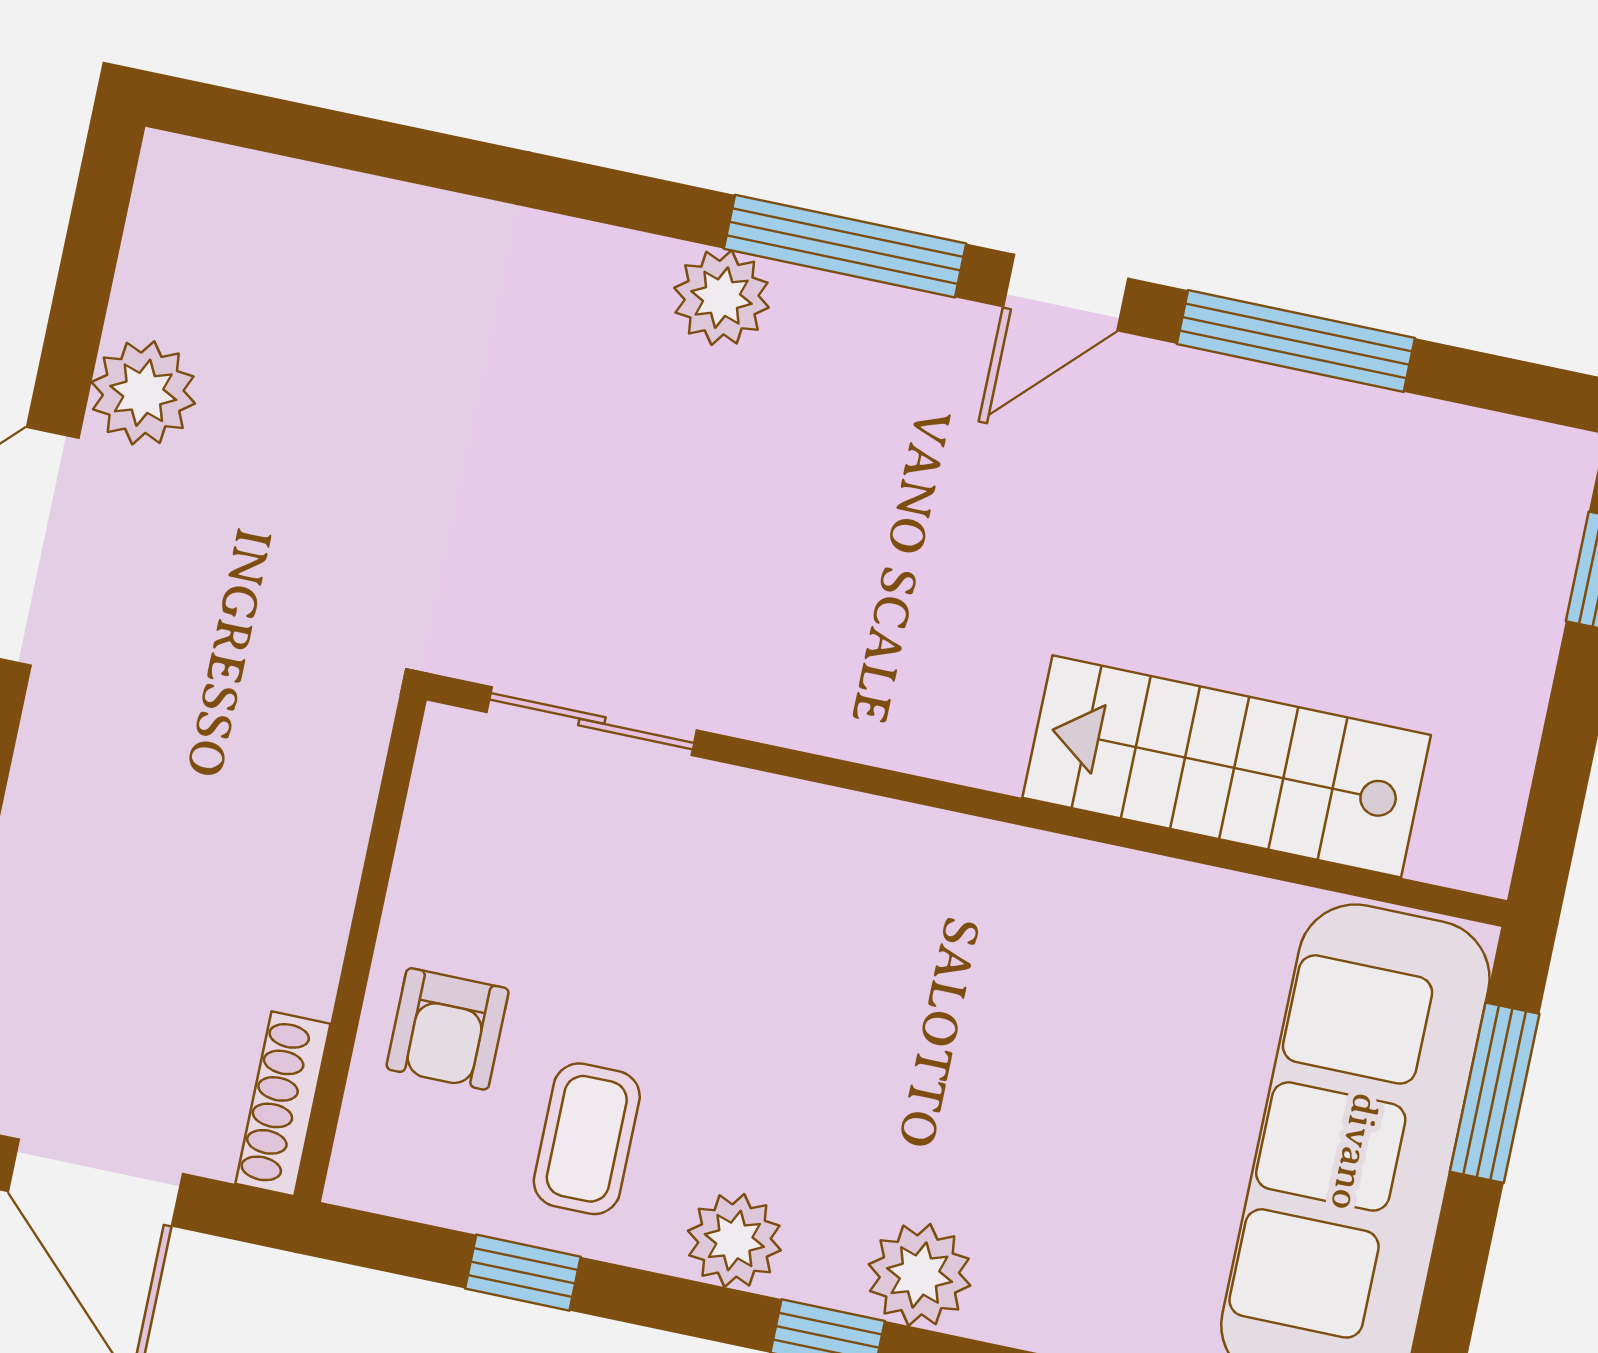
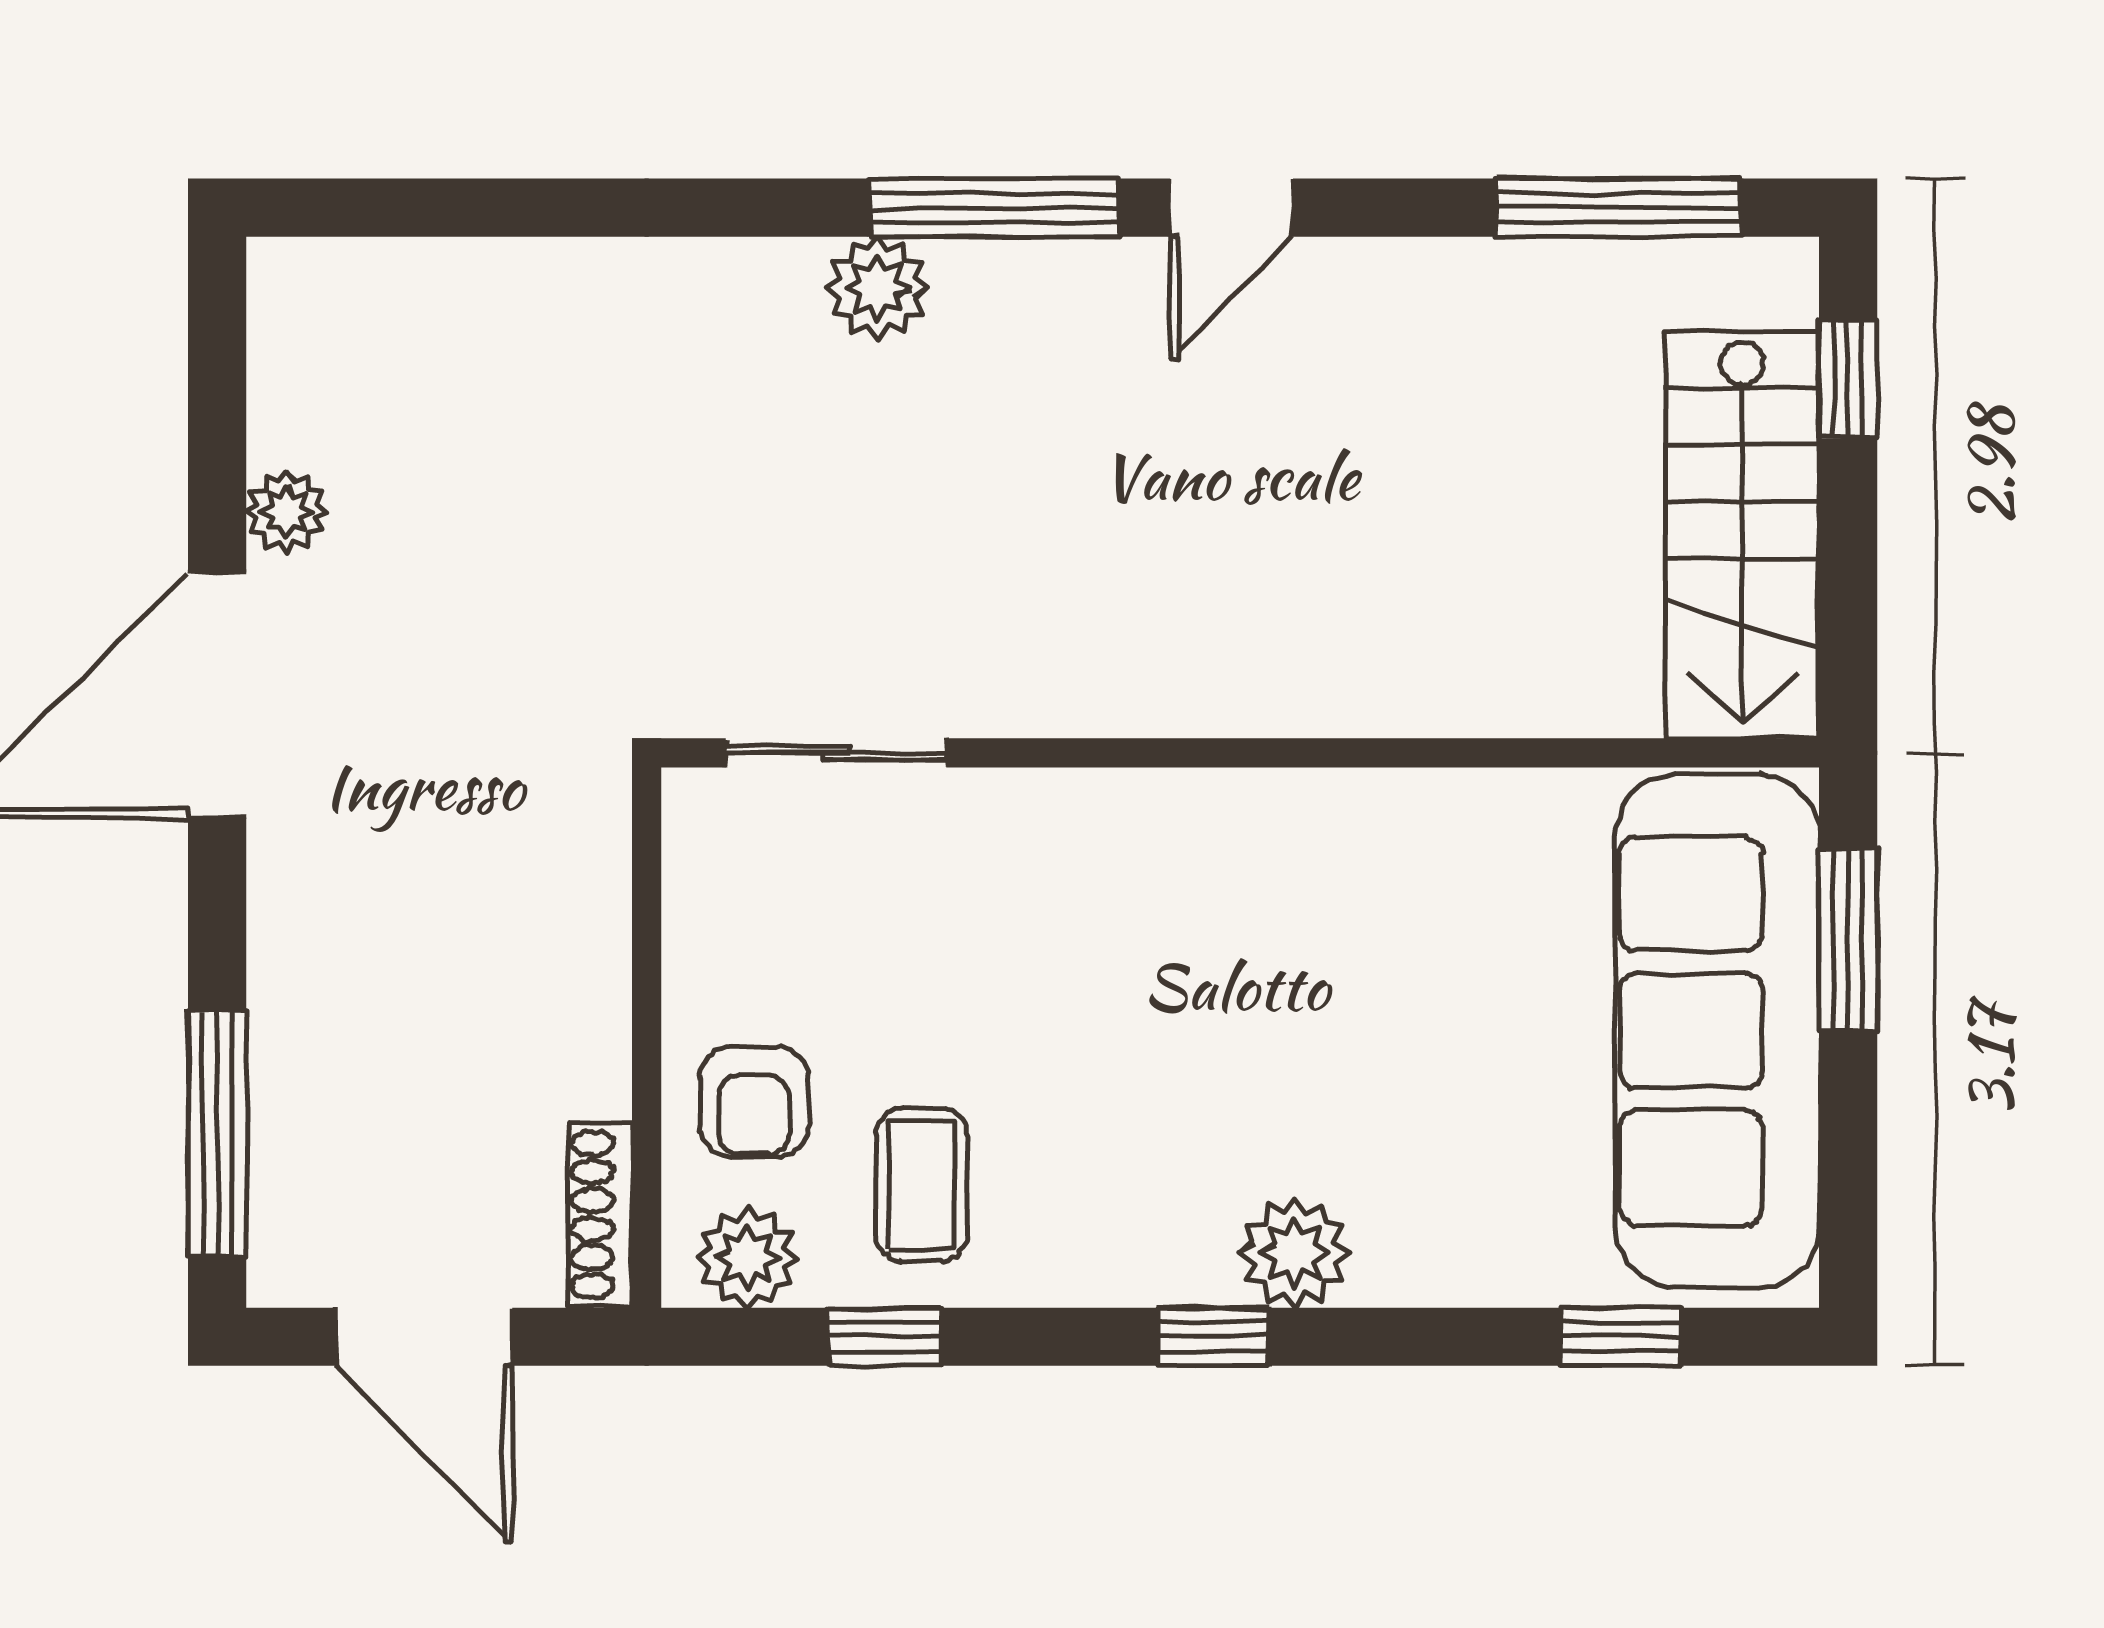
window: (1296, 341) -> (1618, 208), moved
plant: (143, 393) -> (287, 512), width x0.73, depth x0.73
stairs: (1227, 766) -> (1742, 535), moved, turned -90
plant: (734, 1240) -> (747, 1258), moved

